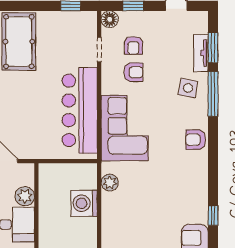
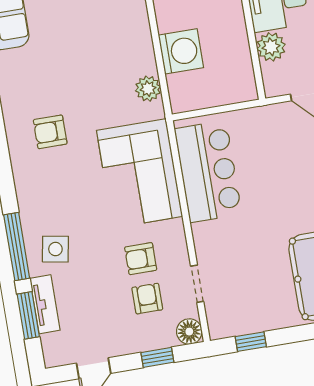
bar counter: (80, 110) -> (208, 171), width x0.73
armchair: (196, 140) -> (50, 132), moved, turned 180

